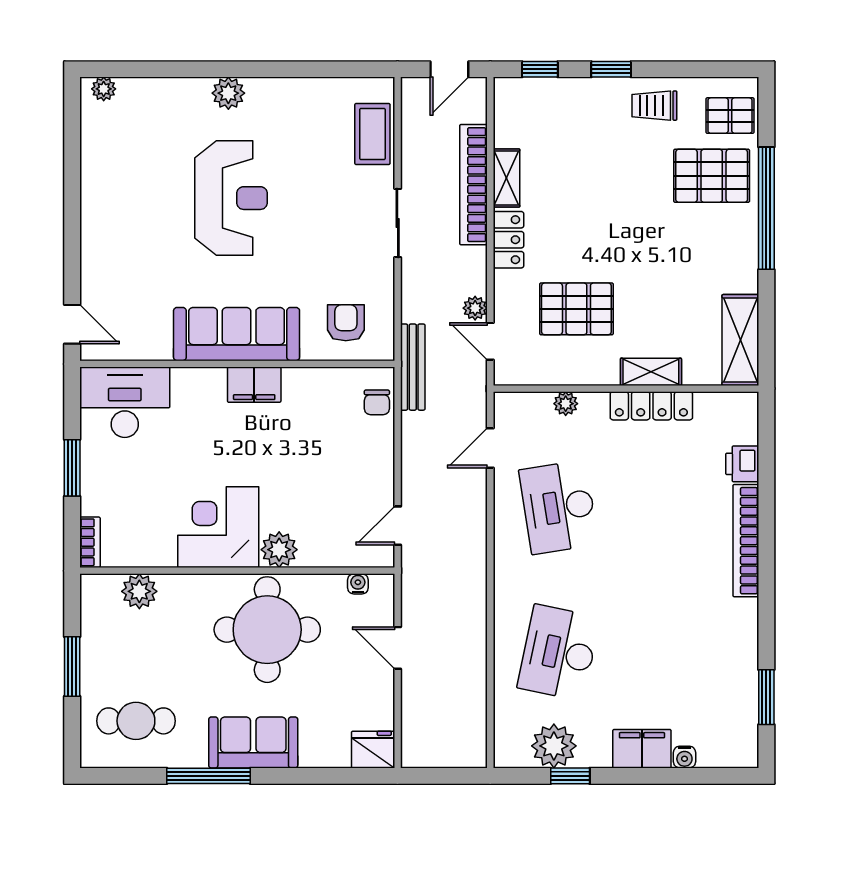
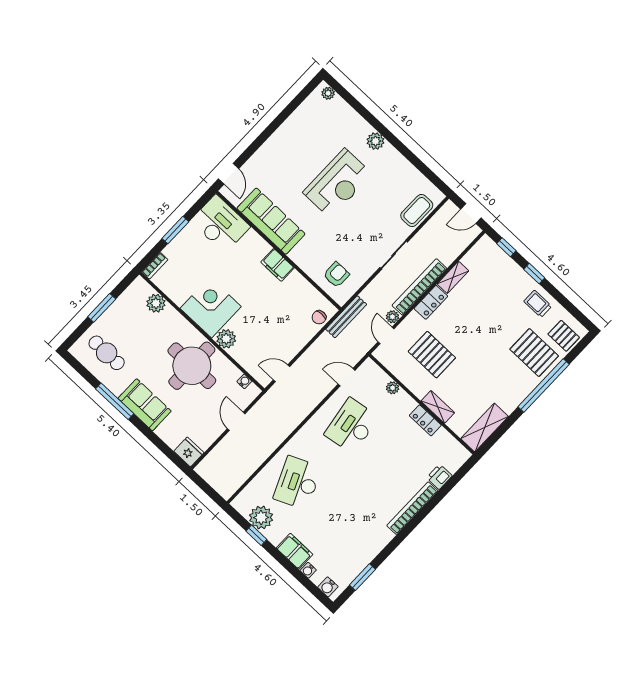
bookcase: (473, 185) -> (419, 287), moved
sofa: (237, 334) -> (271, 221), moved
locker: (651, 406) -> (425, 420), width x0.66
desk: (559, 653) -> (298, 483), turned -36
water cooler: (732, 754) -> (328, 587), added

